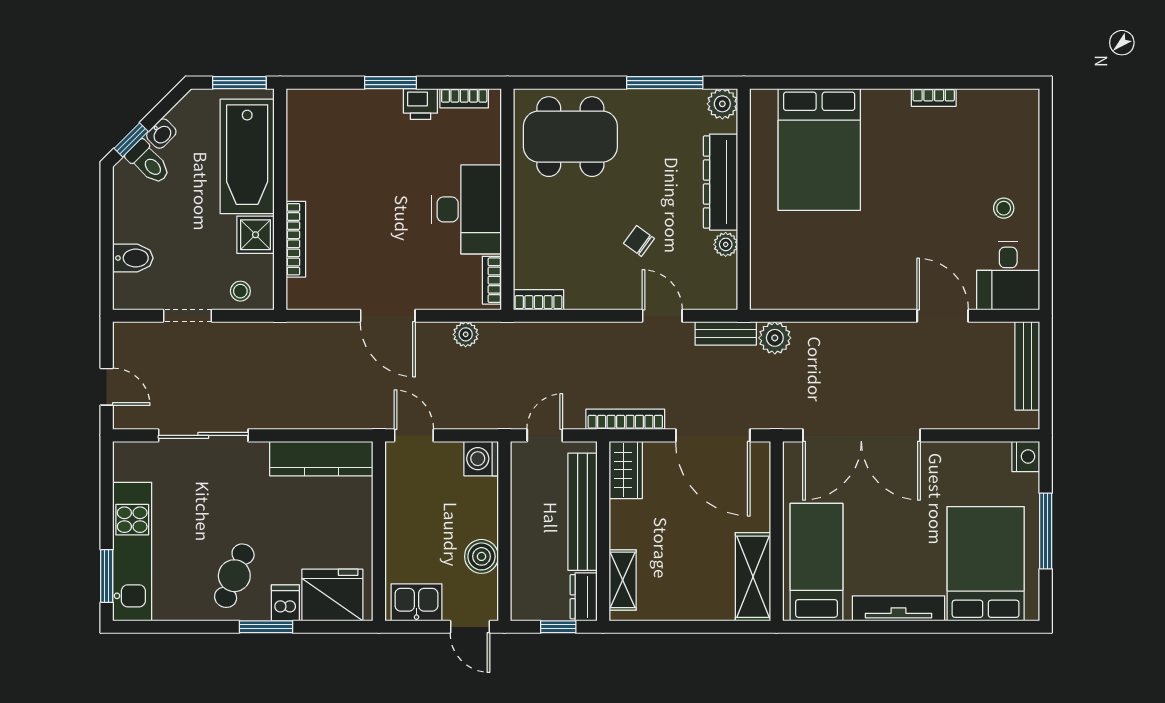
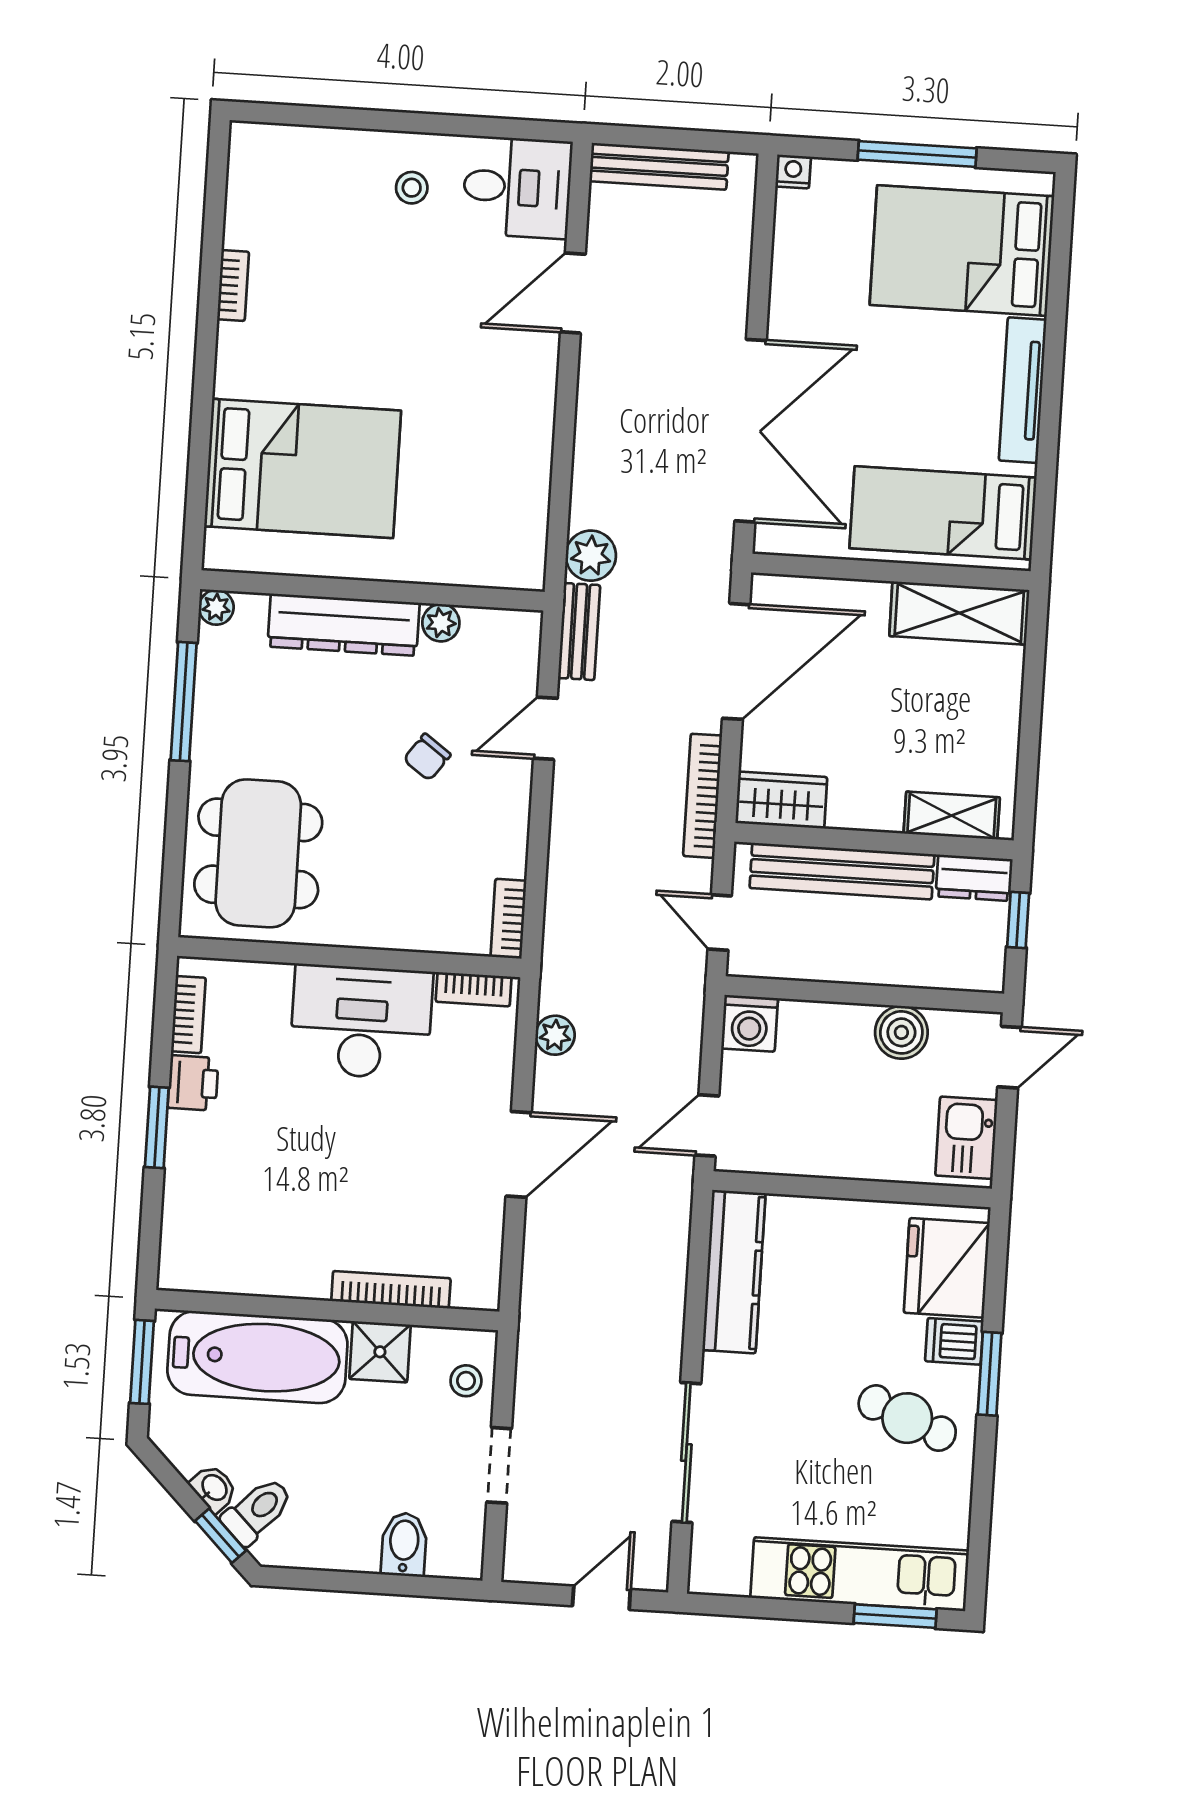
plant: (722, 104) -> (216, 607), width x0.73, depth x0.73
nightstand: (1026, 456) -> (793, 172), width x0.72, depth x0.74

